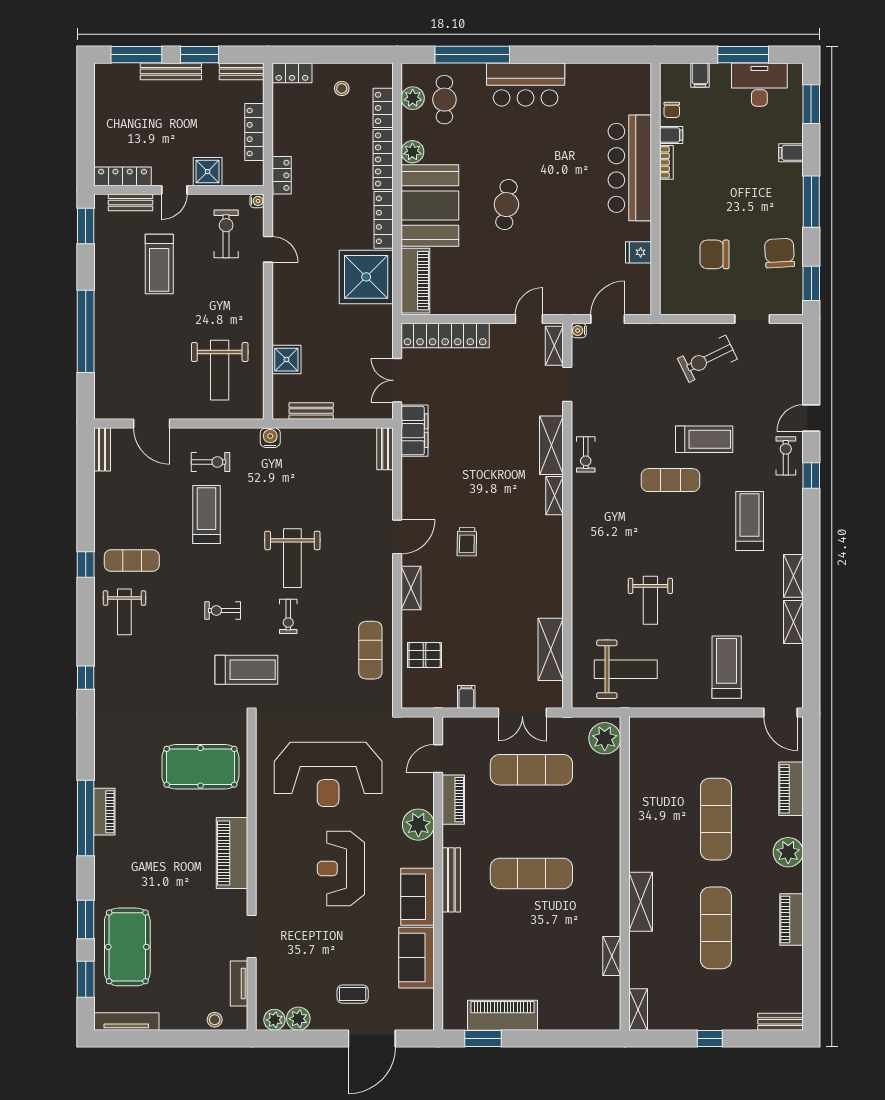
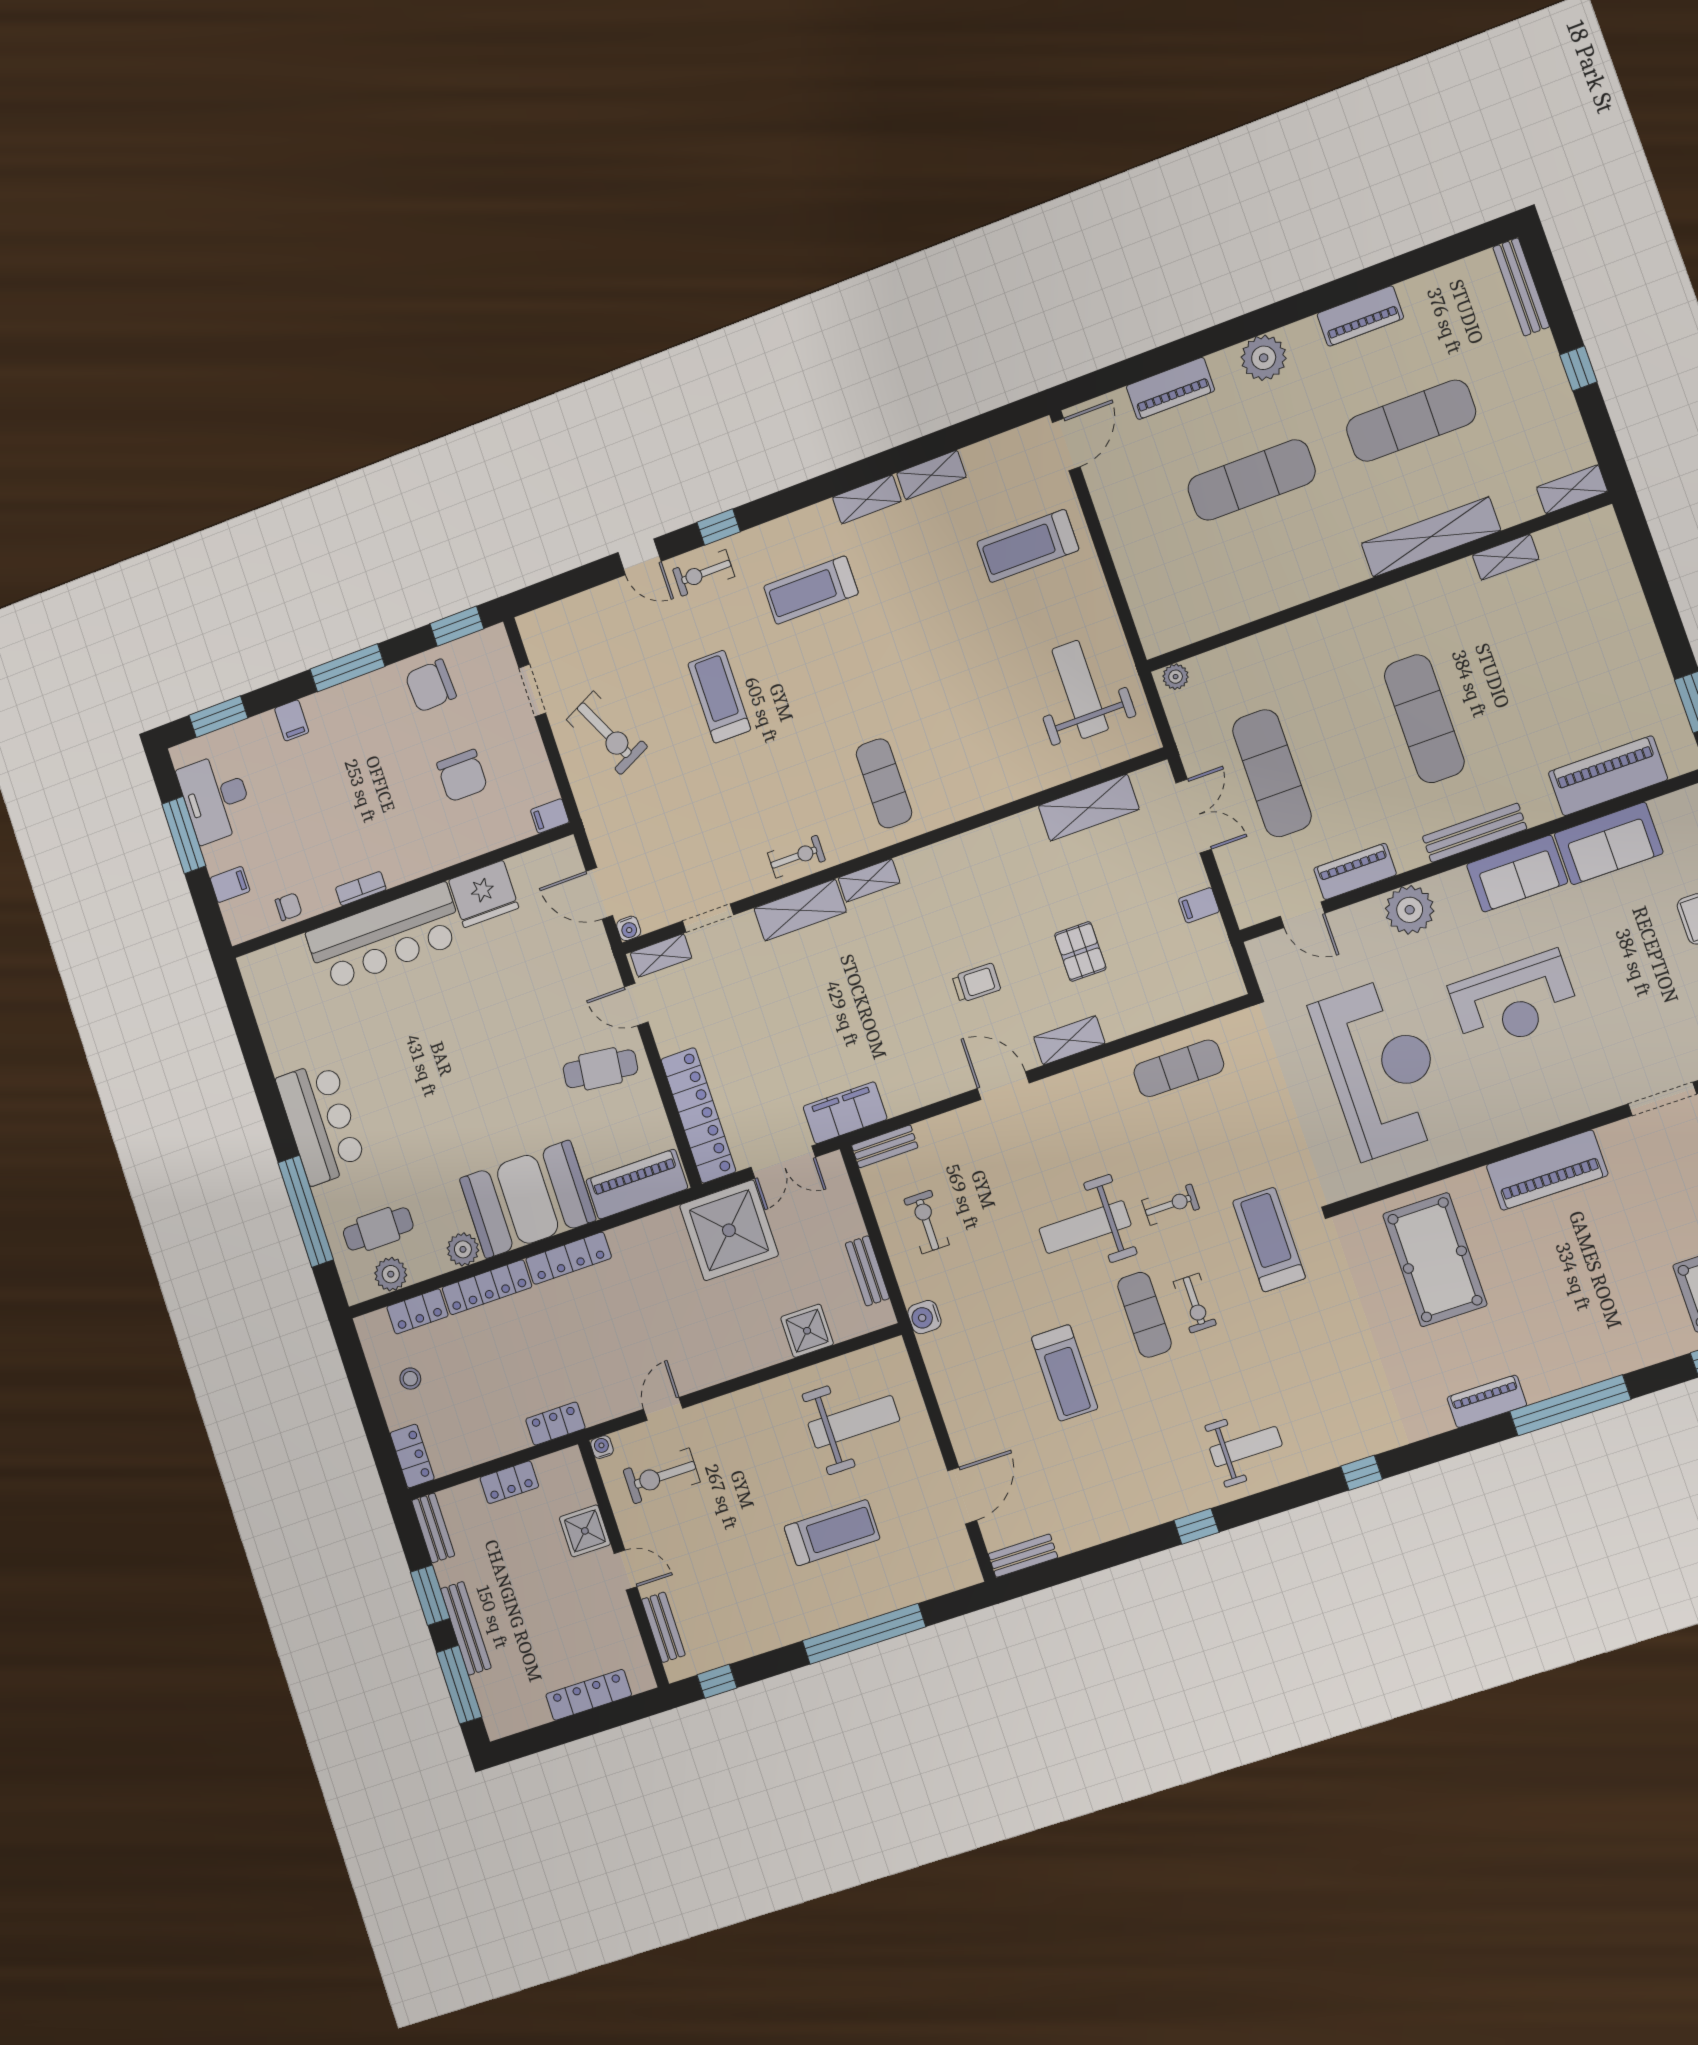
locker: (254, 132) -> (509, 1482), width x0.66
filing cabinet: (671, 135) -> (550, 816), moved, turned -90
locker: (123, 176) -> (589, 1695), moved, turned 90
cafe table: (506, 205) -> (600, 1069), moved
window: (86, 226) -> (717, 1681), width x0.67
fridge: (638, 252) -> (484, 894), width x1.88, depth x1.34
treadmill: (159, 264) -> (832, 1533), moved
shower: (366, 277) -> (729, 1230), moved
exercise bike: (210, 462) -> (926, 1222), moved
exercise mat: (671, 480) -> (884, 783), moved
treadmill: (207, 514) -> (1065, 1373), turned -90
weight bench: (292, 558) -> (1085, 1227), turned 180
exercise mat: (132, 561) -> (1144, 1315), moved
weight bench: (650, 600) -> (970, 690), removed
pallet: (425, 655) -> (1080, 951), moved
plant: (605, 738) -> (1176, 677), width x0.53, depth x0.53
piano: (104, 812) -> (1487, 1401), moved
shelving: (641, 902) -> (1431, 537), width x1.47
piano: (502, 1015) -> (1608, 776), moved, turned 90
bench: (780, 1022) -> (1521, 287), width x1.36

